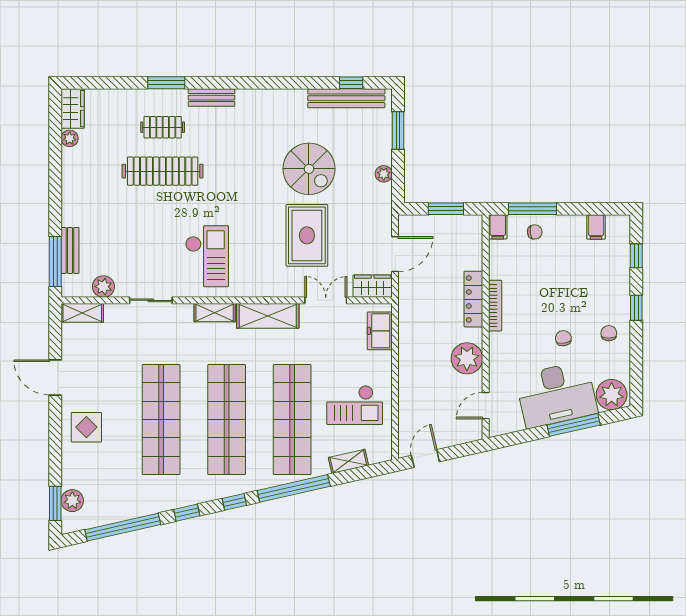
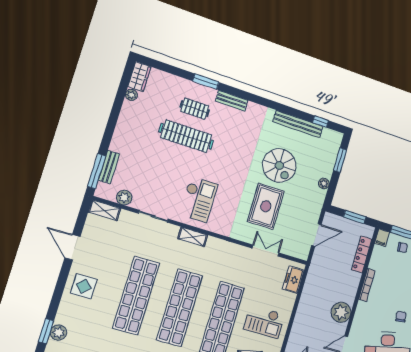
bench: (346, 98) -> (298, 124), moved
wardrobe: (373, 286) -> (297, 250), removed
locker: (473, 299) -> (362, 254), moved
shelving: (268, 316) -> (226, 249), removed

